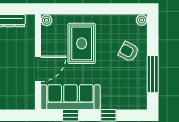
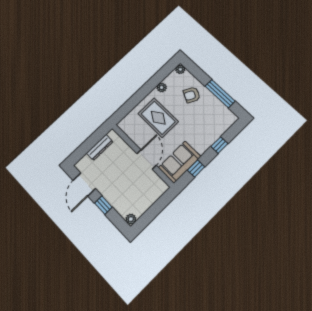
plant: (47, 20) -> (162, 87), moved
sofa: (70, 97) -> (180, 162), width x0.73

